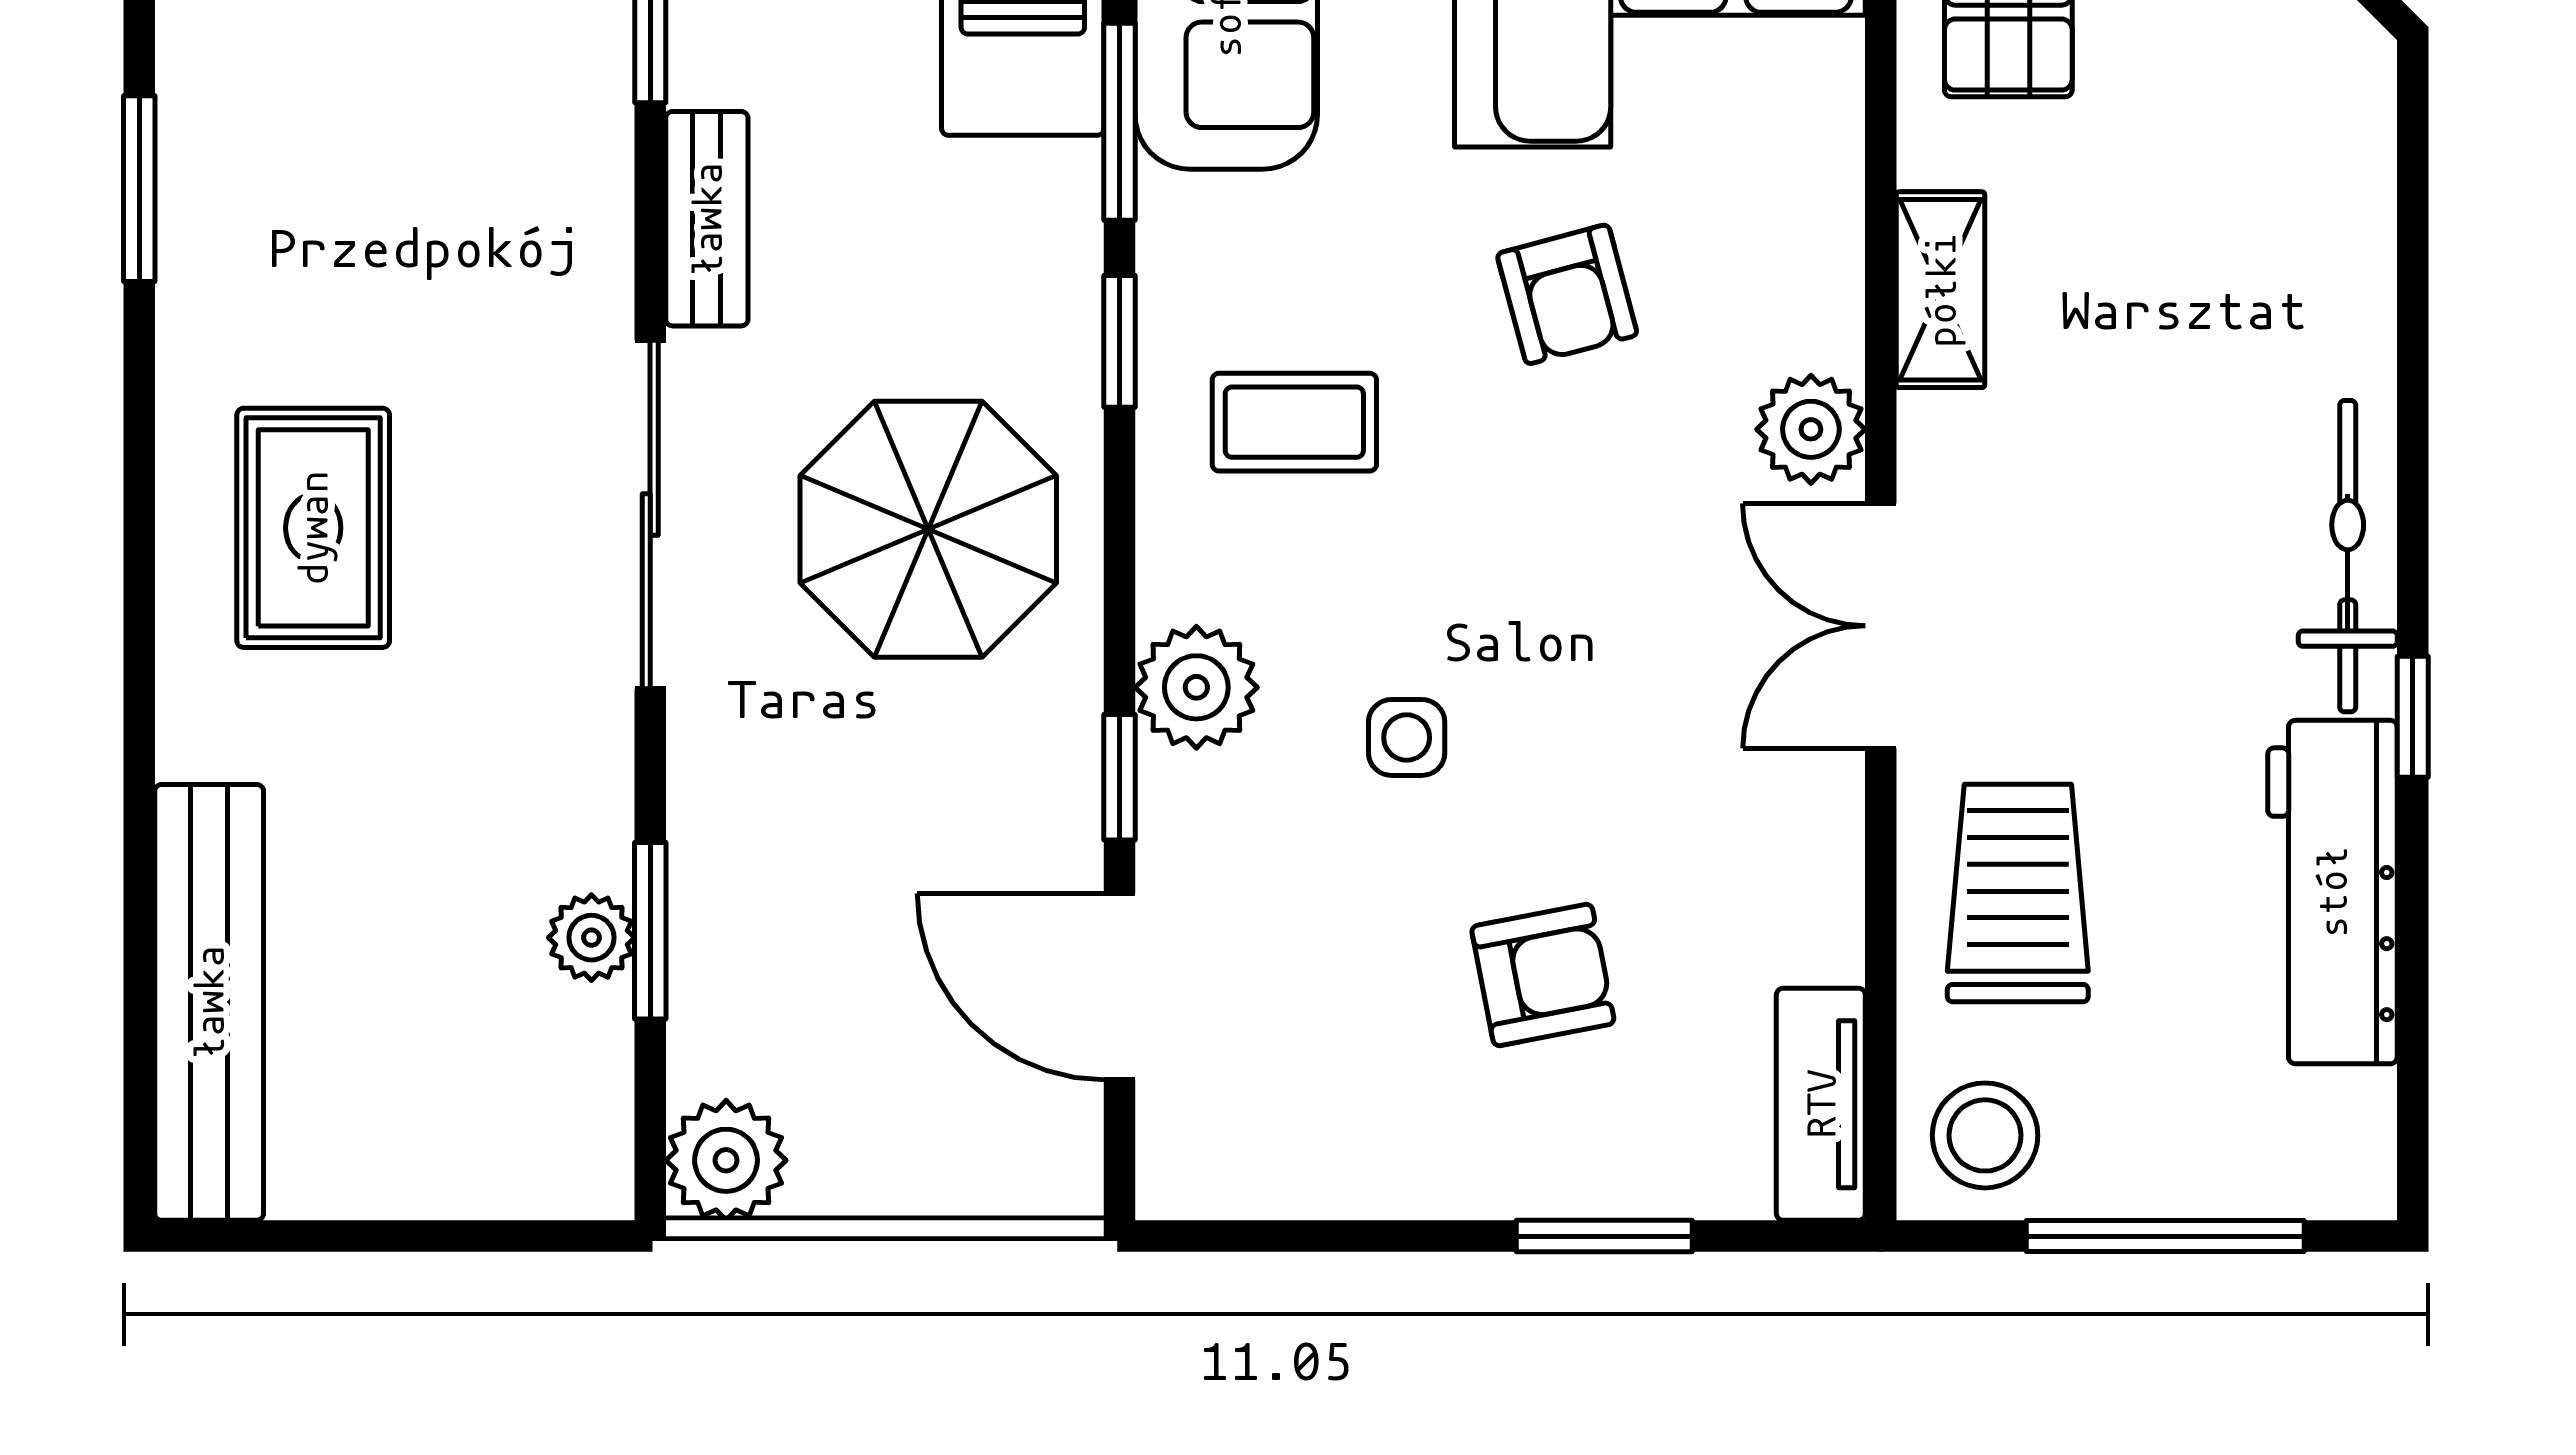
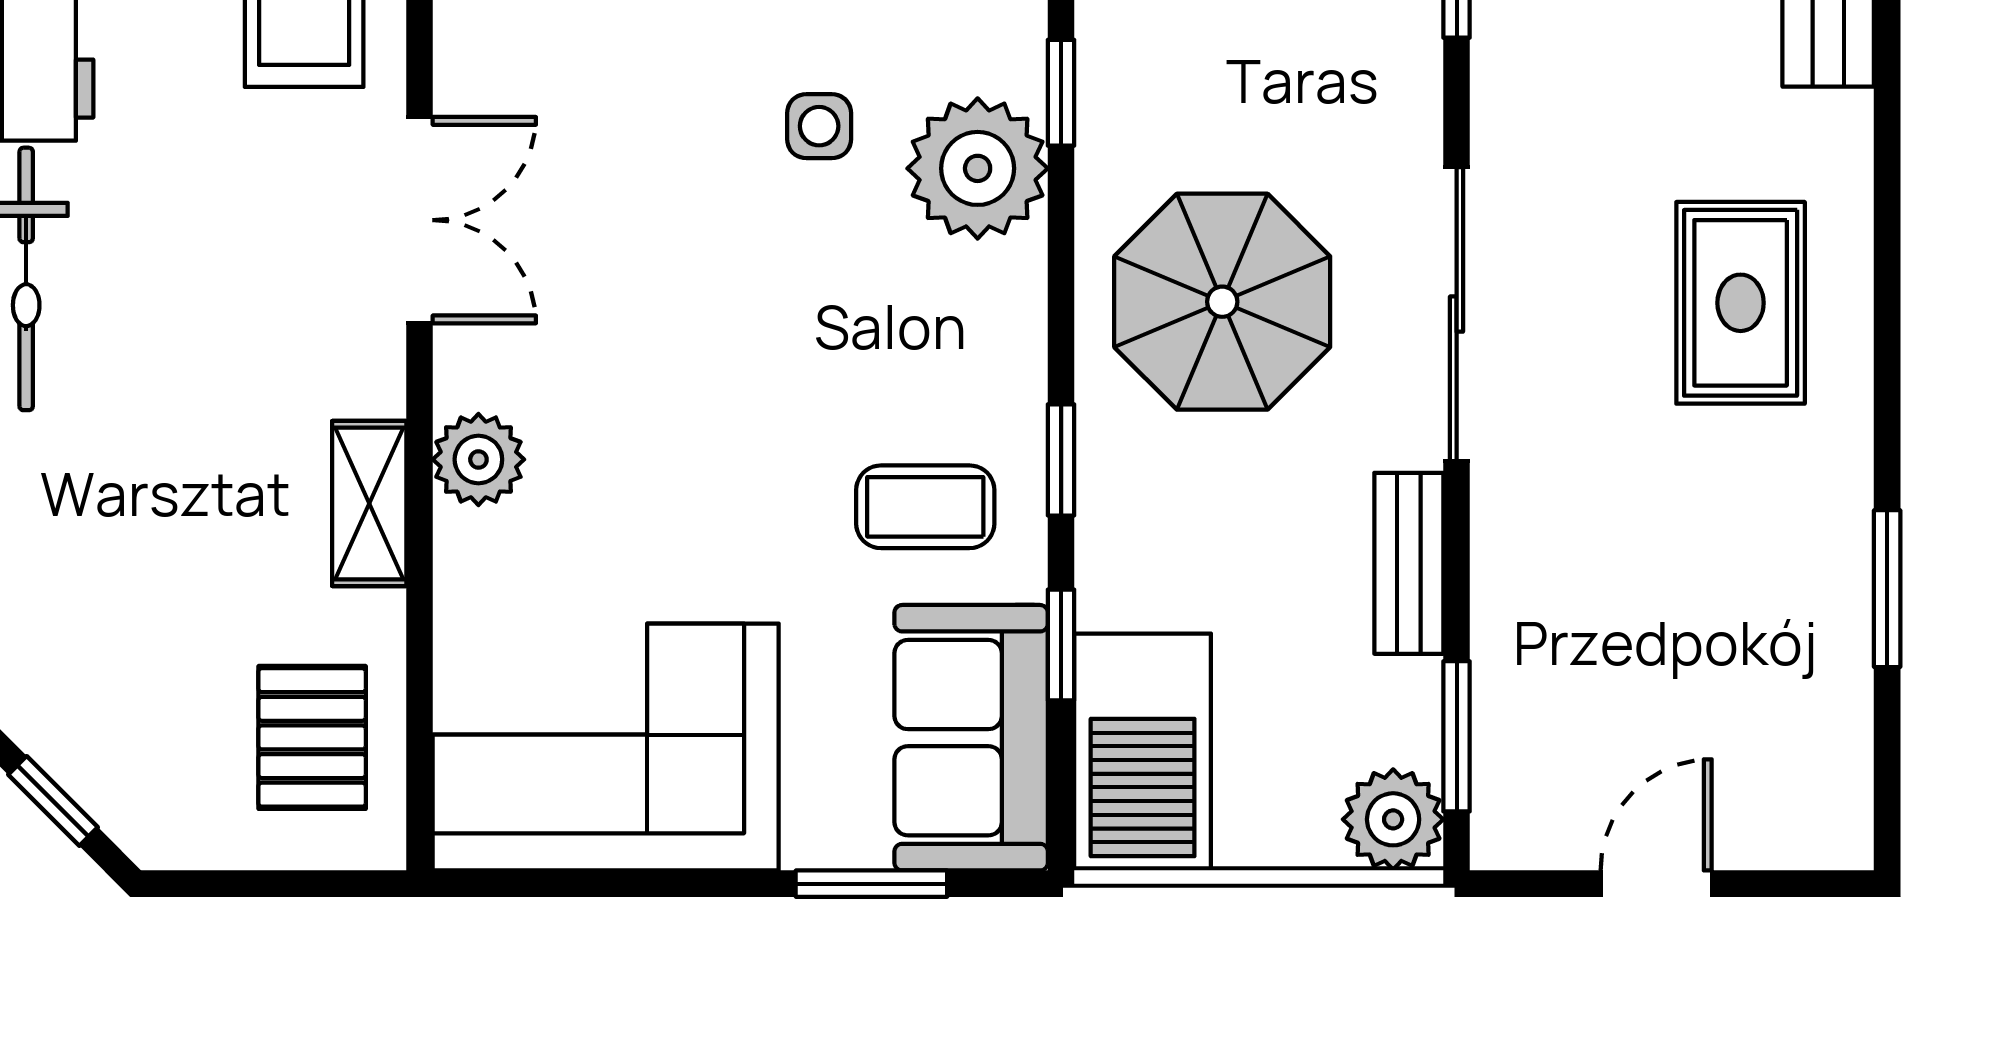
window: (1120, 122) -> (1061, 645), width x0.67
armchair: (1567, 294) -> (684, 500), removed
coffee table: (1294, 422) -> (925, 507), moved
plant: (1811, 429) -> (478, 459), moved
plant: (1196, 687) -> (978, 168), width x1.36, depth x1.36

